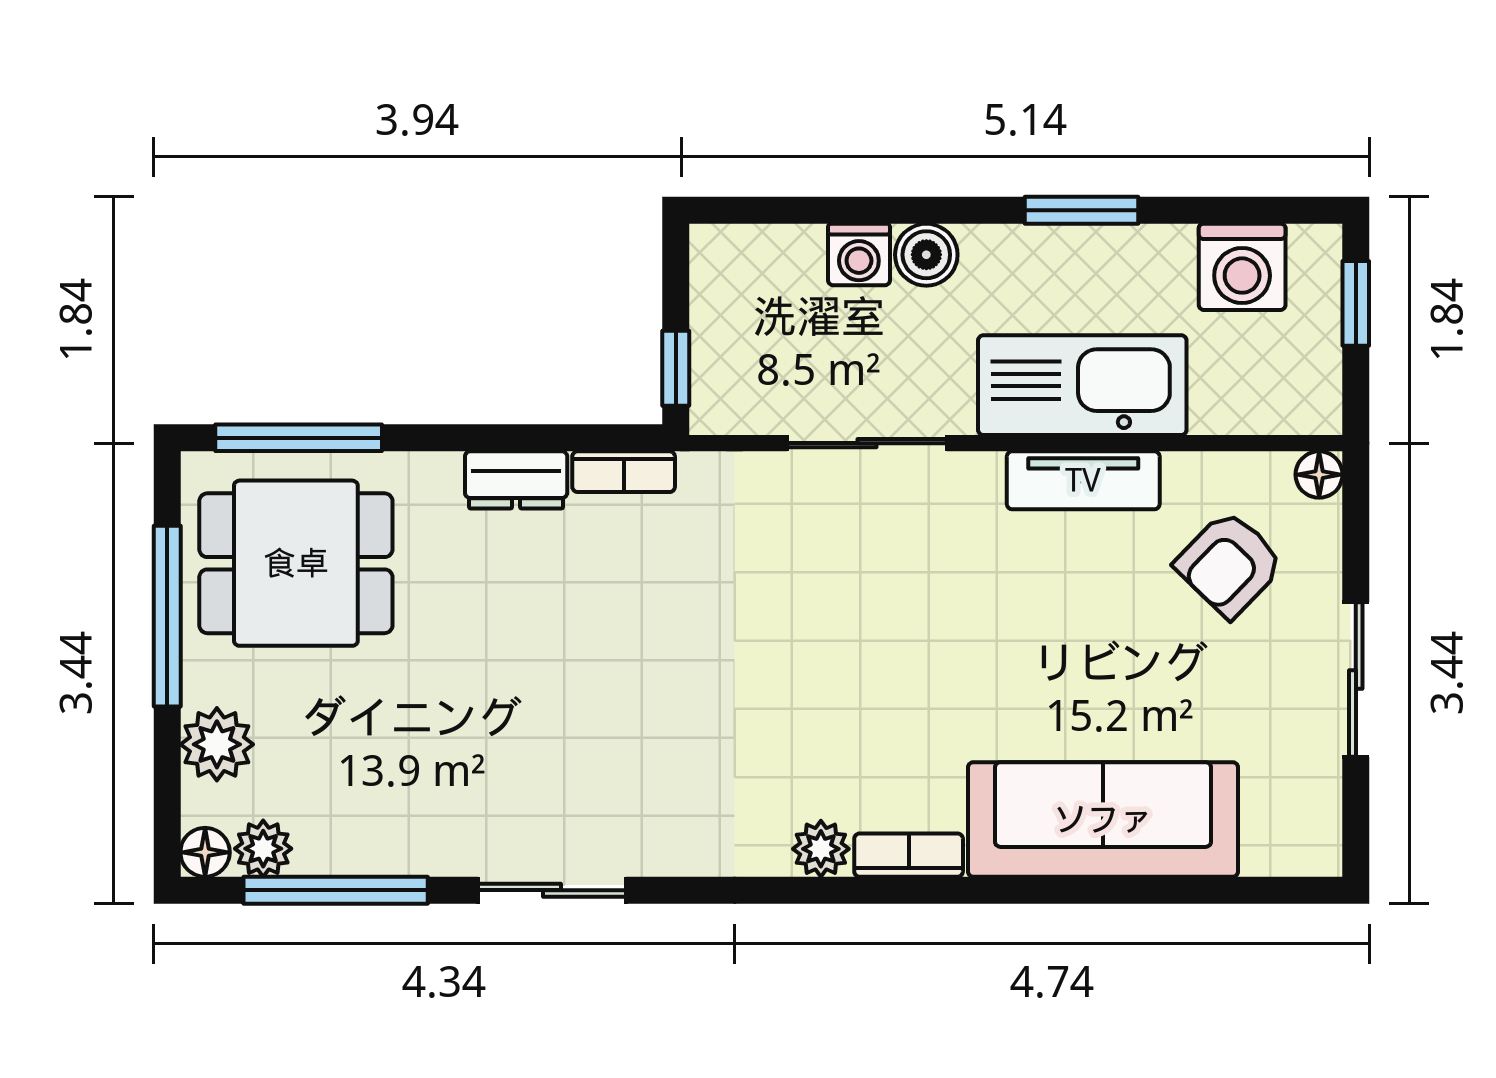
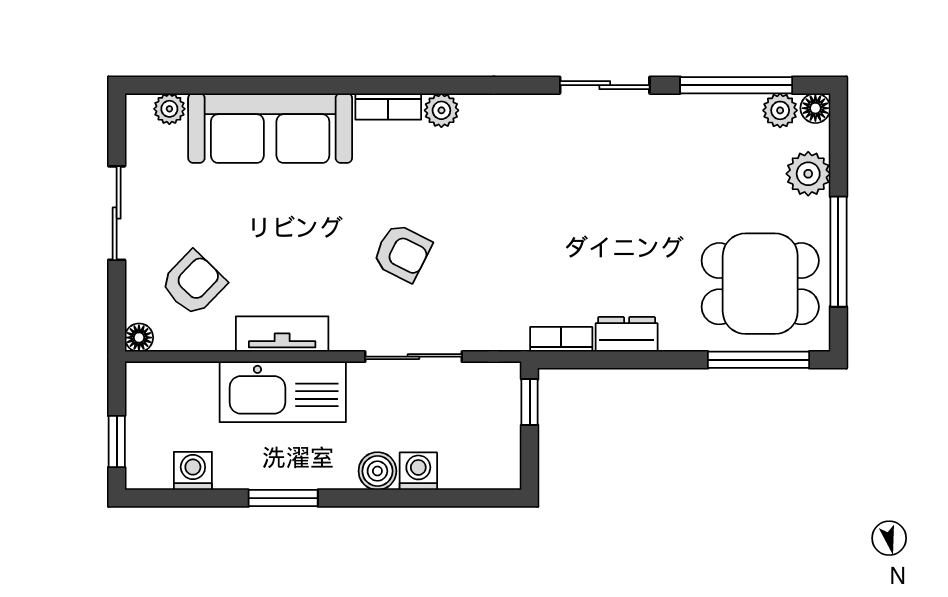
washing machine: (1242, 267) -> (193, 471), width x0.73, depth x0.73
armchair: (886, 614) -> (402, 253), added
plant: (1269, 851) -> (169, 109), added

